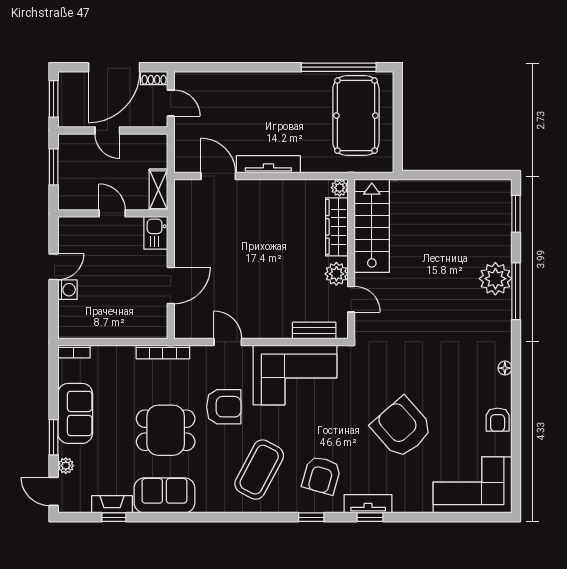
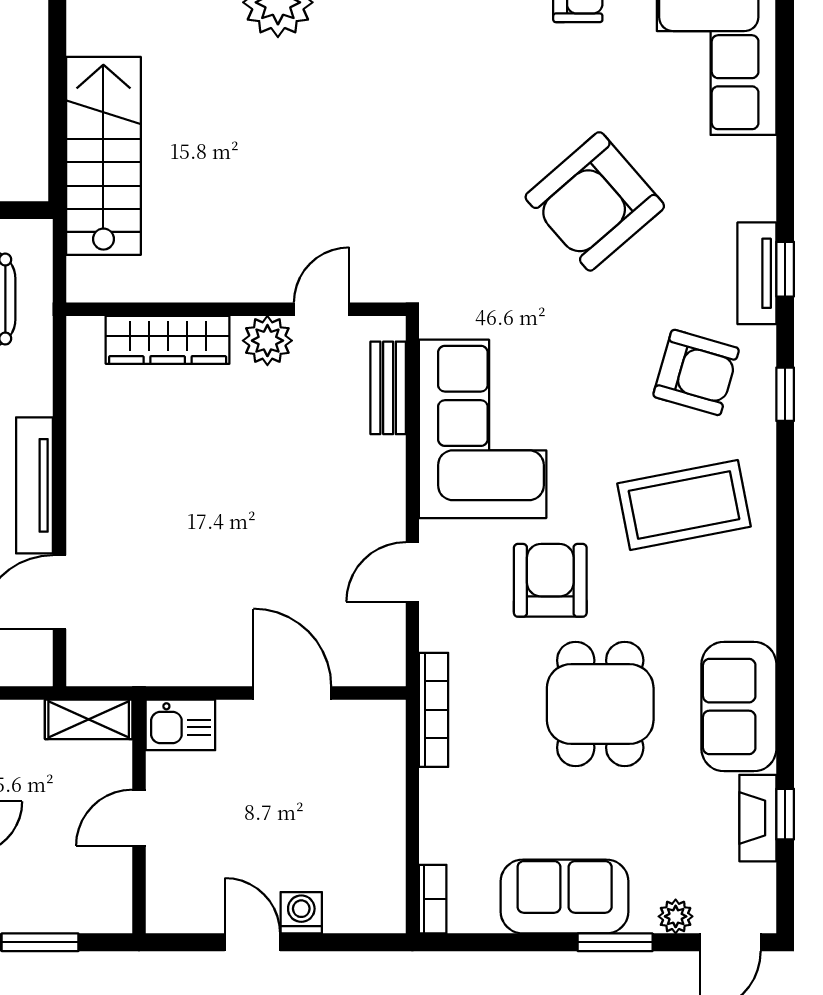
plant: (340, 188) -> (84, 334), removed
stairs: (372, 226) -> (103, 156), moved, turned 90
coffee table: (259, 470) -> (684, 505), turned -39

